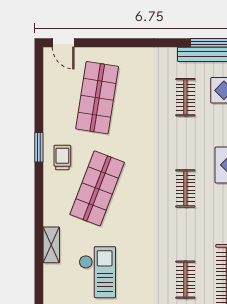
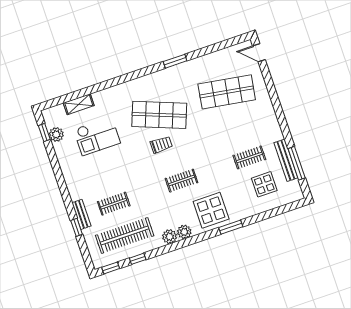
door: (63, 43) -> (259, 53), hinge flipped
trolley: (62, 157) -> (161, 145), moved
shelving: (51, 245) -> (79, 104), moved

